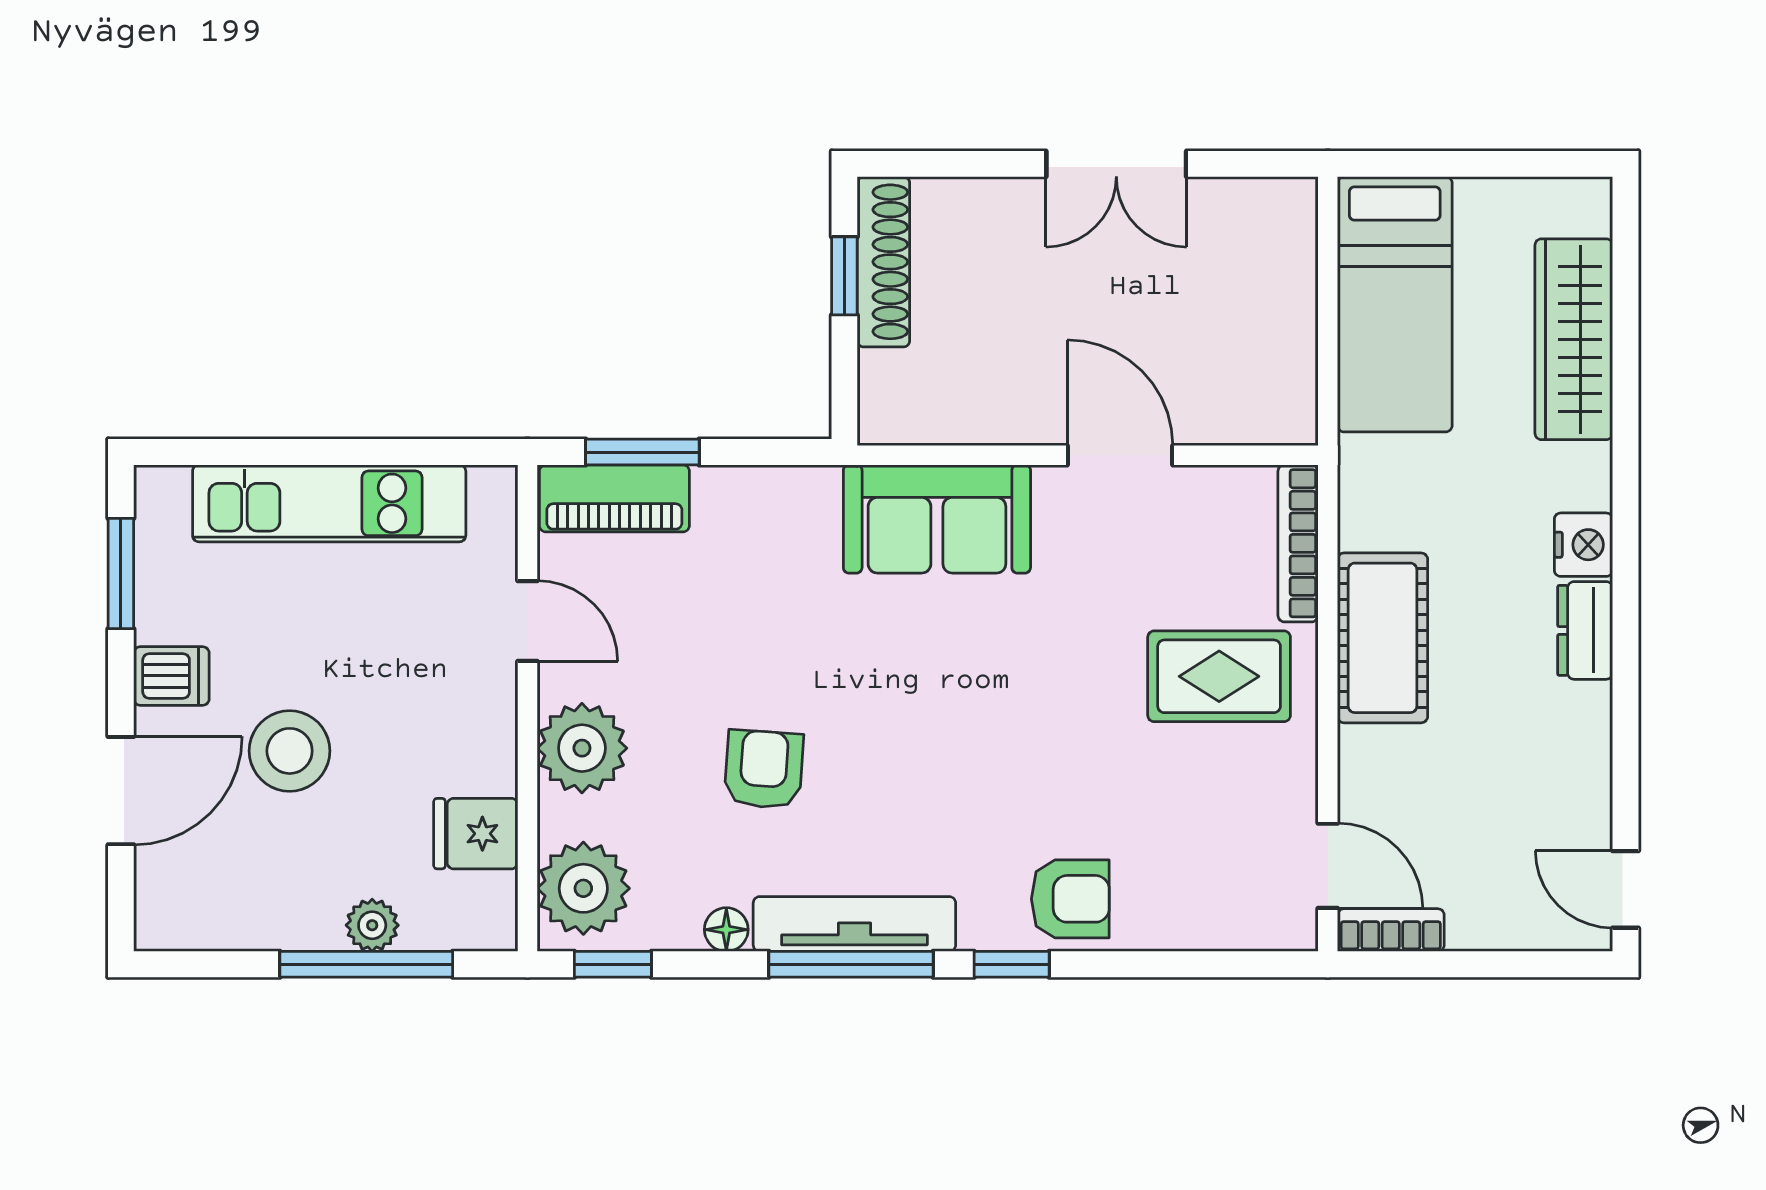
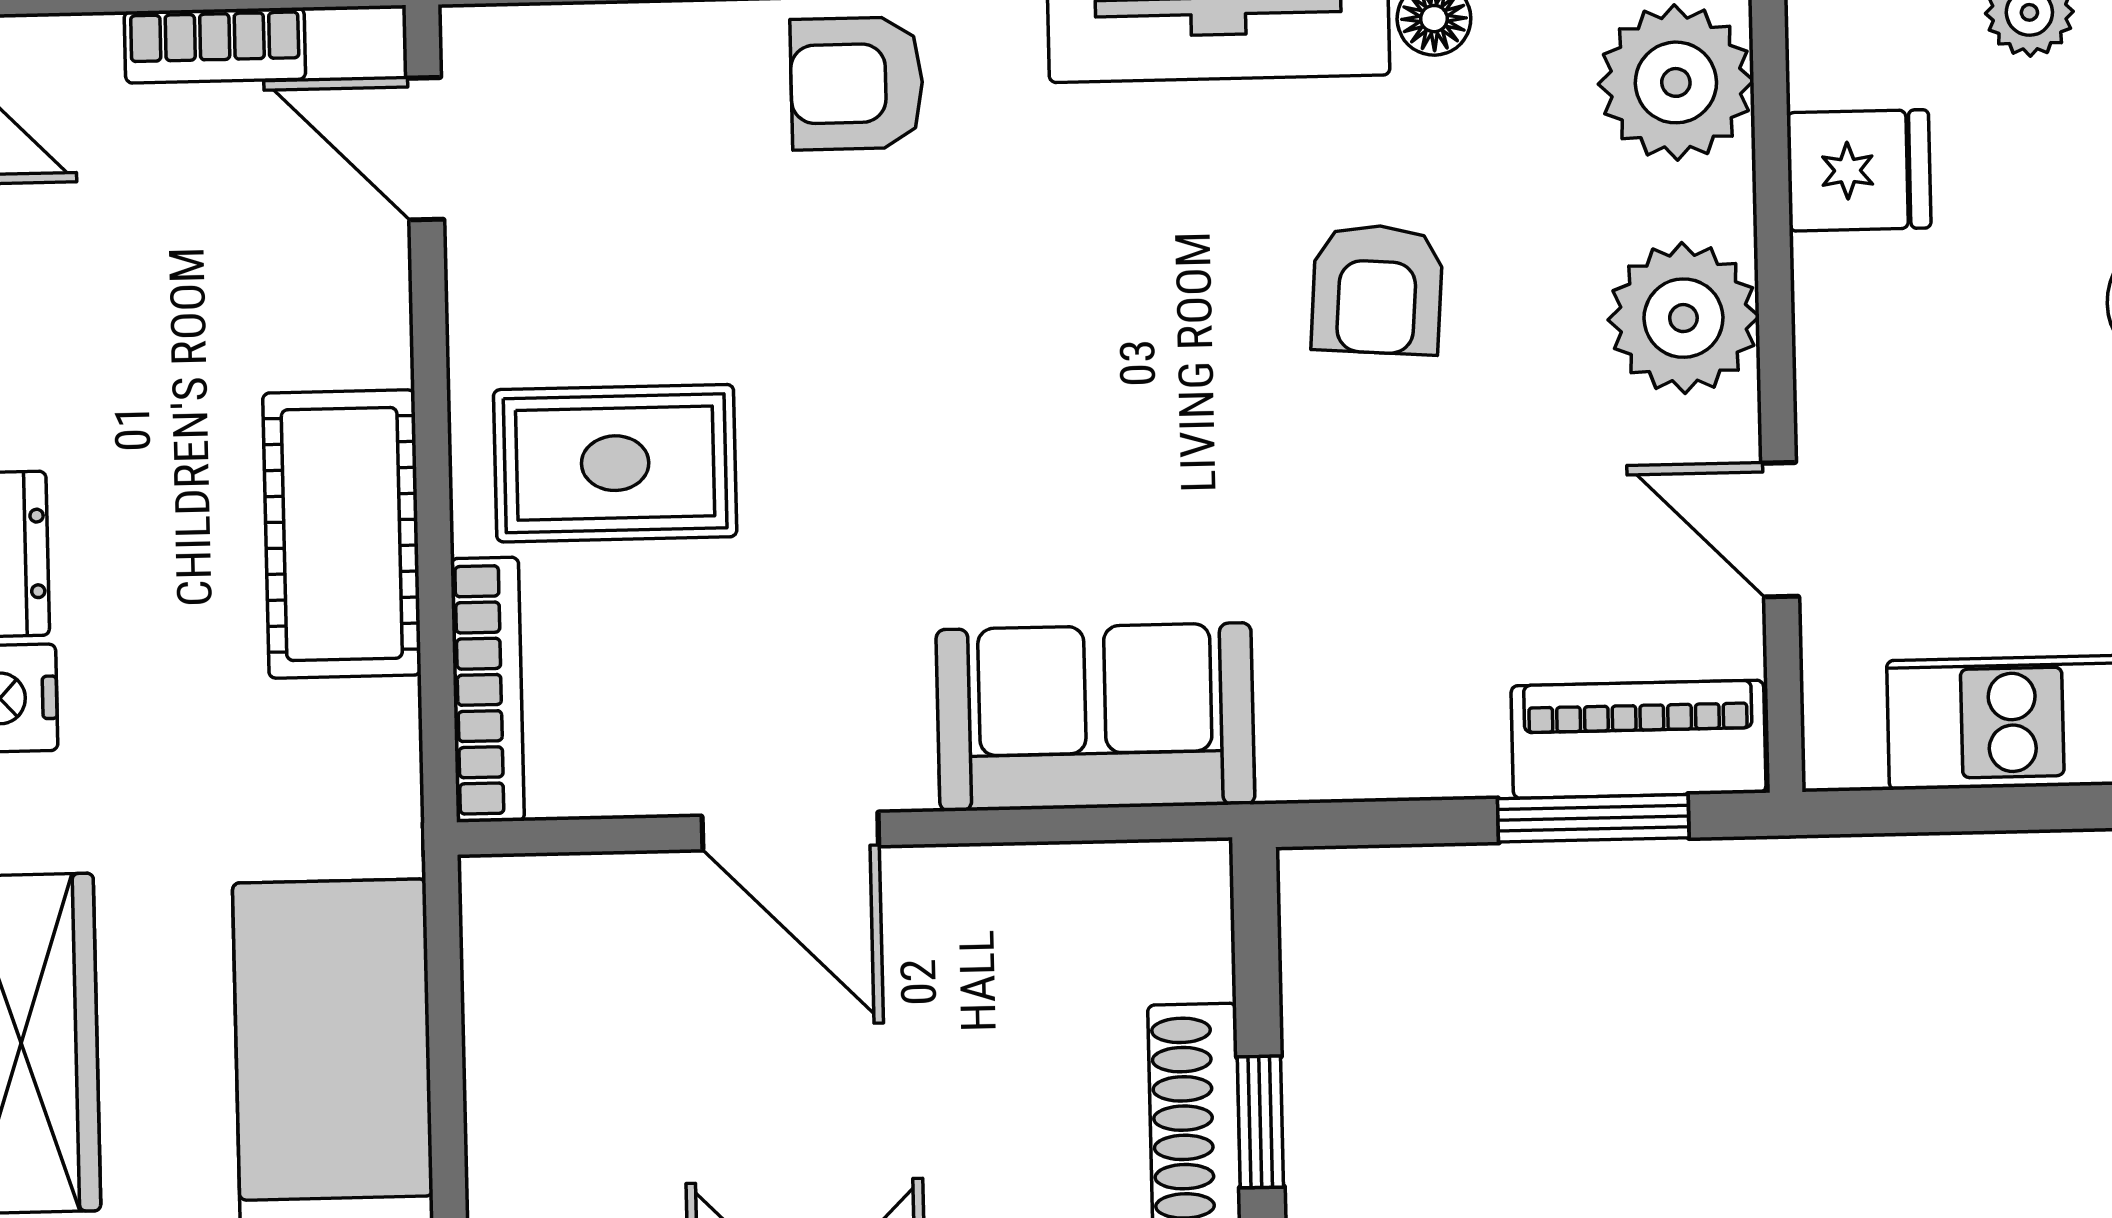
bookcase: (1391, 930) -> (215, 45), moved

